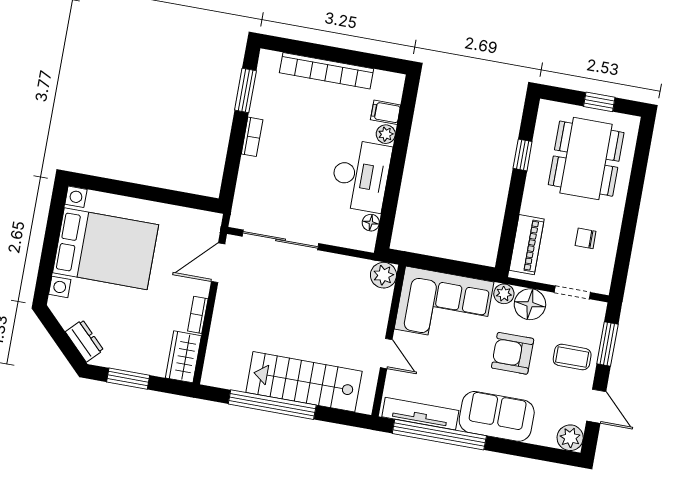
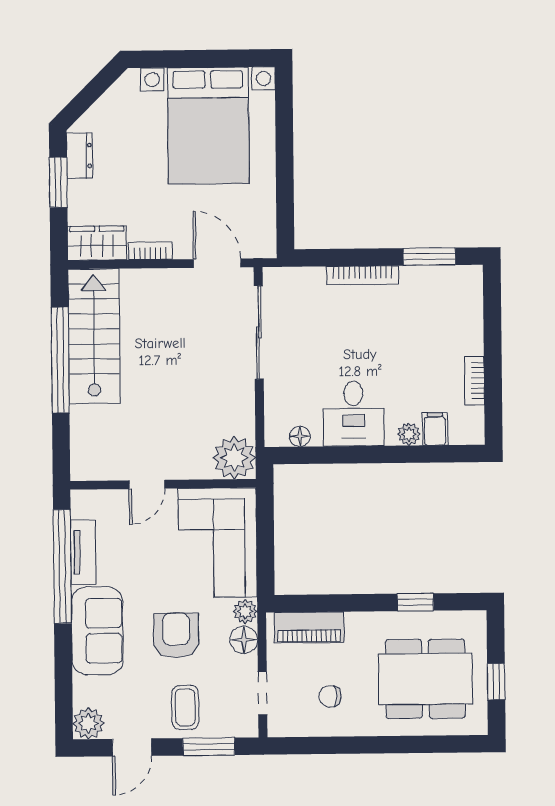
bookcase: (327, 71) -> (475, 381), width x0.43, depth x0.76
bookcase: (252, 137) -> (362, 275), width x1.56
desk: (361, 176) -> (354, 414), width x0.73
chair: (586, 238) -> (330, 696), turned -90
plant: (383, 275) -> (234, 458), width x1.36, depth x1.36
floor lamp: (530, 304) -> (244, 640), width x0.73, depth x0.73
dresser: (84, 341) -> (80, 156), moved, turned -45
stairs: (304, 382) -> (94, 336), moved
tv unit: (420, 414) -> (83, 552), width x0.71

